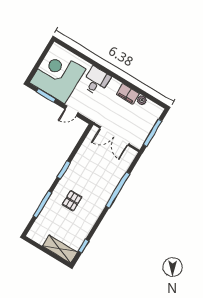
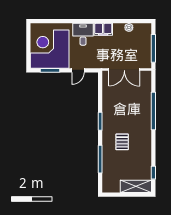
filing cabinet: (128, 94) -> (103, 29), moved

